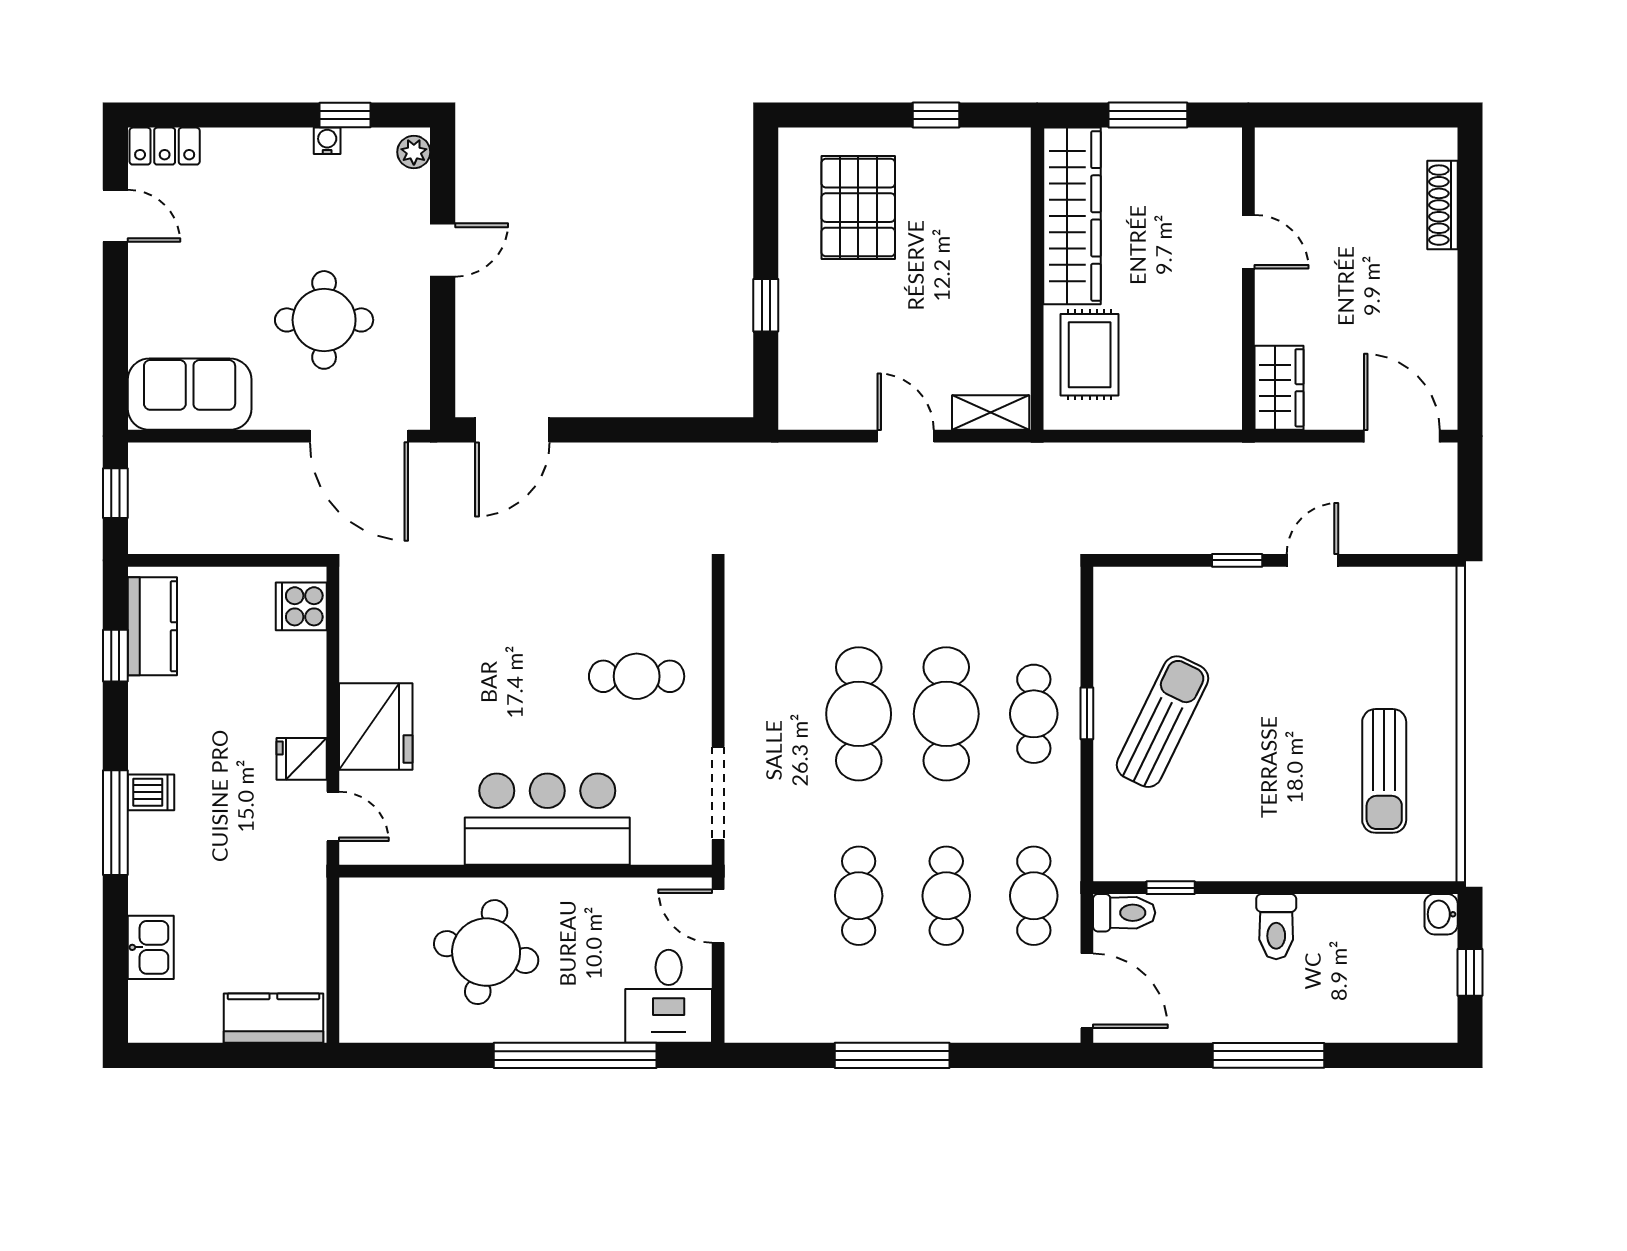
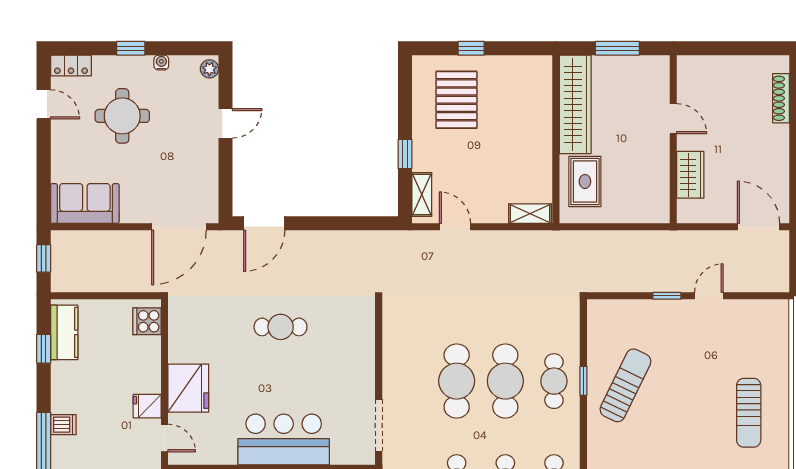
window: (345, 115) -> (131, 48), moved
window: (936, 115) -> (471, 48), moved
round table: (324, 320) -> (122, 116), moved
shelving: (796, 378) -> (422, 195), added
wardrobe: (1279, 388) -> (690, 175), moved
door: (359, 436) -> (179, 227), hinge flipped
door: (906, 436) -> (455, 227), moved
cafe table: (637, 676) -> (281, 327), moved

